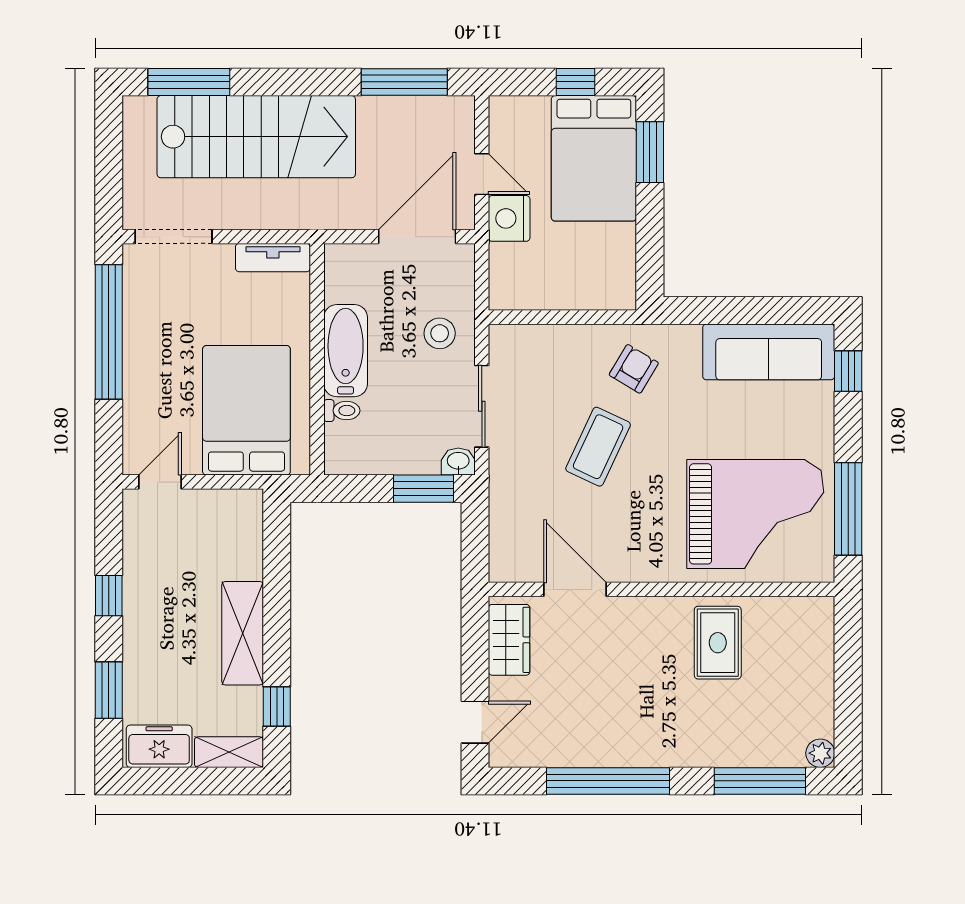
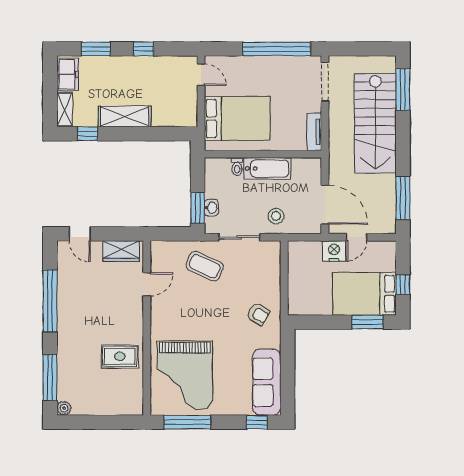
coffee table: (598, 447) -> (205, 266), moved
washbasin: (458, 462) -> (211, 208), moved
door: (575, 589) -> (147, 284), width x0.73

